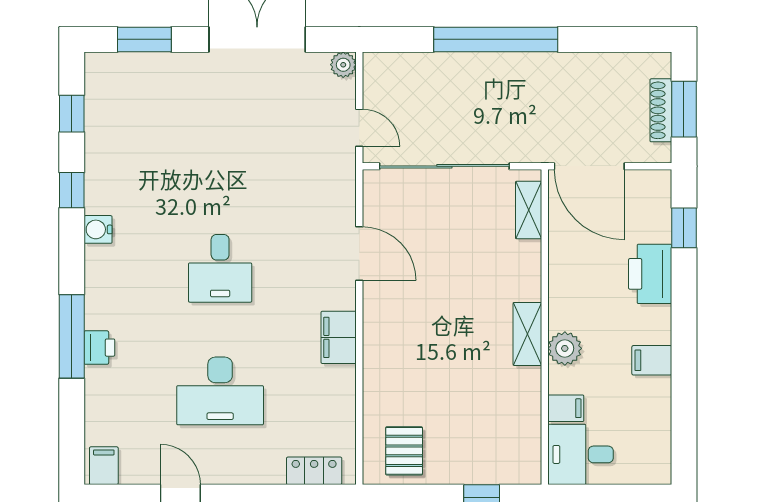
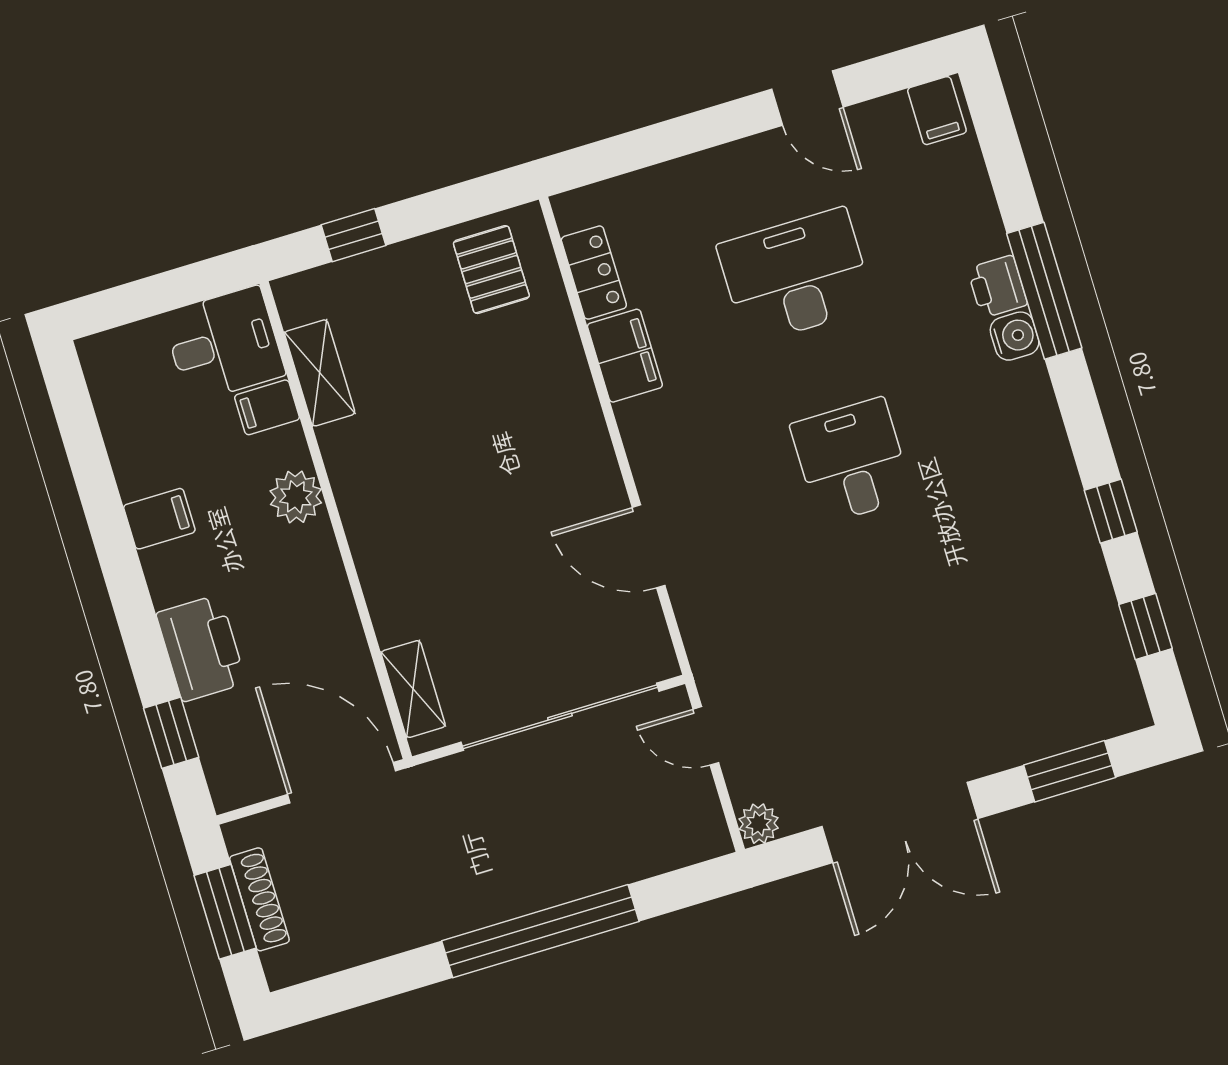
water cooler: (98, 229) -> (1015, 336), moved
shelving: (527, 334) -> (320, 373), moved
filing cabinet: (339, 337) -> (625, 356), moved
locker: (314, 471) -> (594, 273), moved, turned -90

